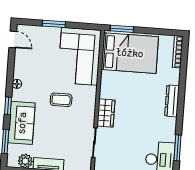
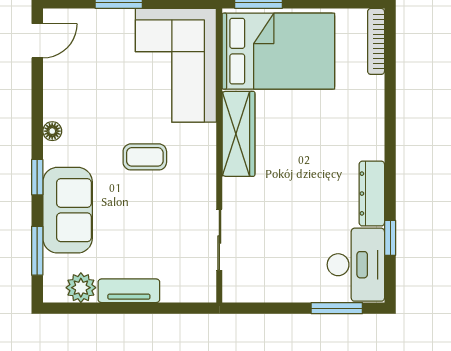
door: (13, 39) -> (37, 41), hinge flipped
dresser: (172, 101) -> (372, 194), moved
wardrobe: (106, 113) -> (238, 134), moved, width x1.50
window: (177, 148) -> (390, 238), width x0.67

